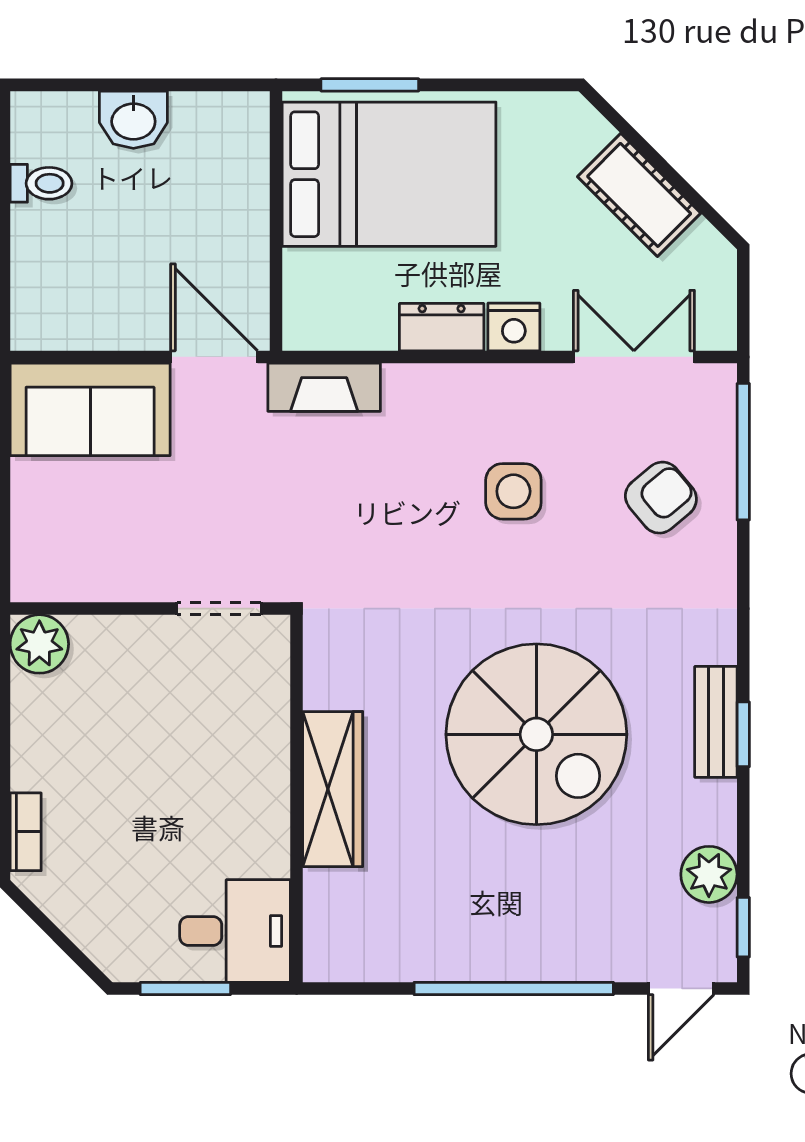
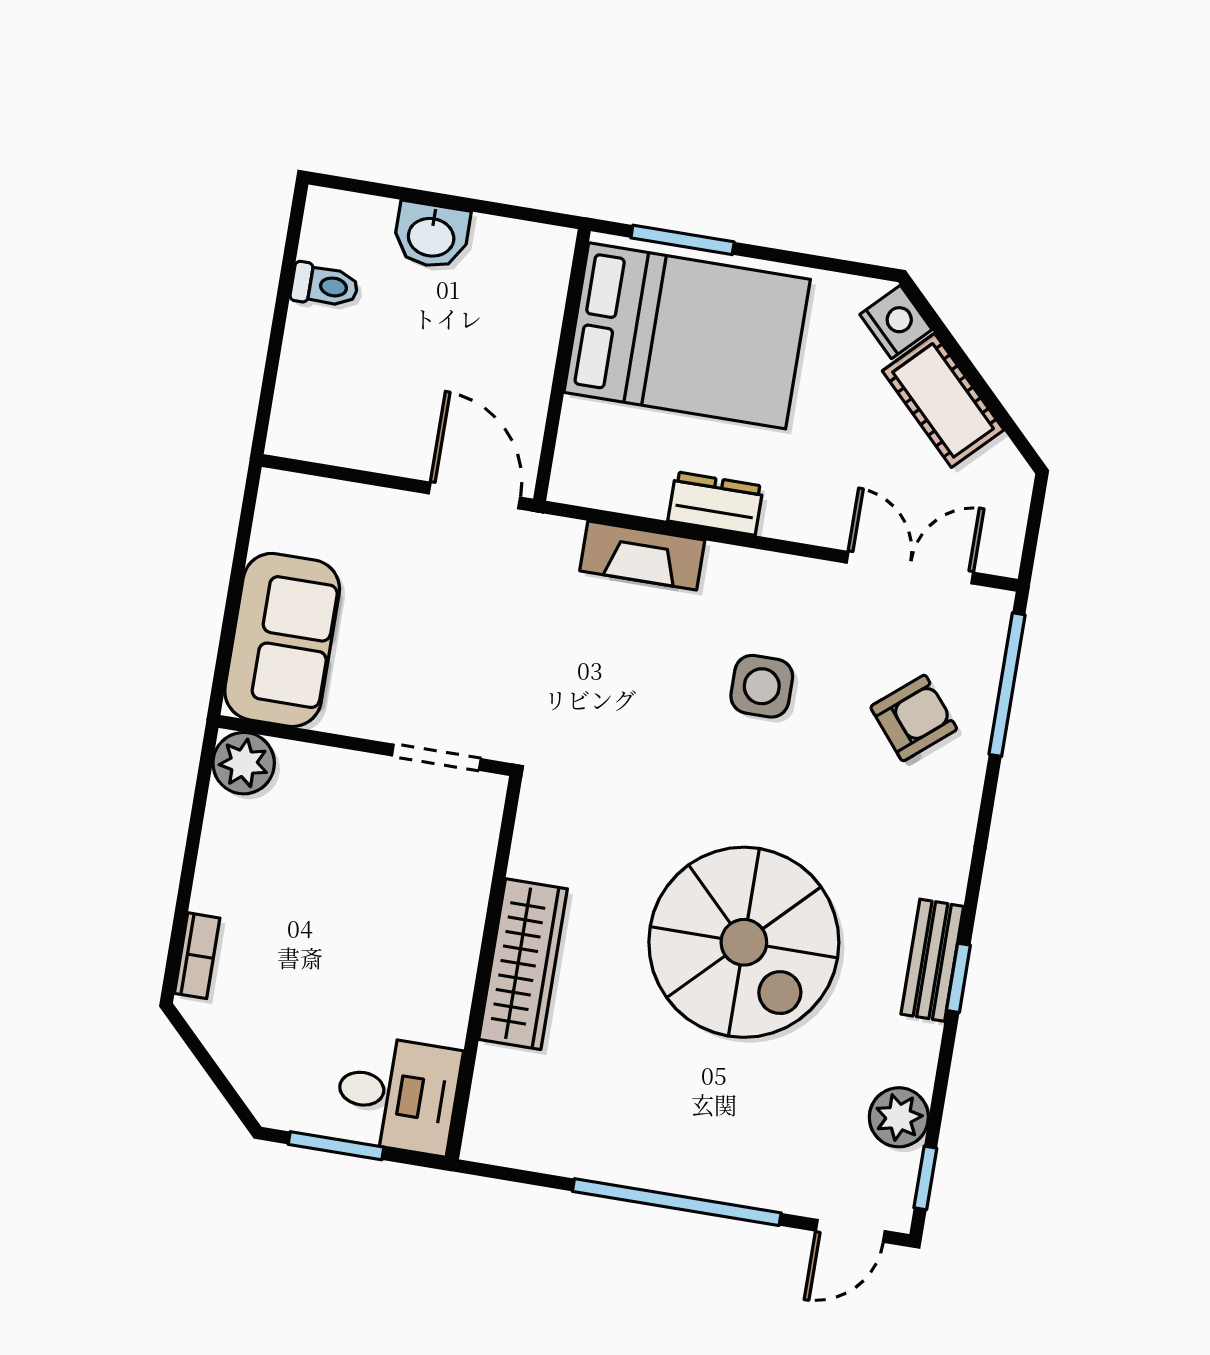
nightstand: (514, 327) -> (896, 322), moved, turned -135
fireplace: (324, 387) -> (642, 555), moved
sofa: (90, 409) -> (282, 640), moved, turned -90

